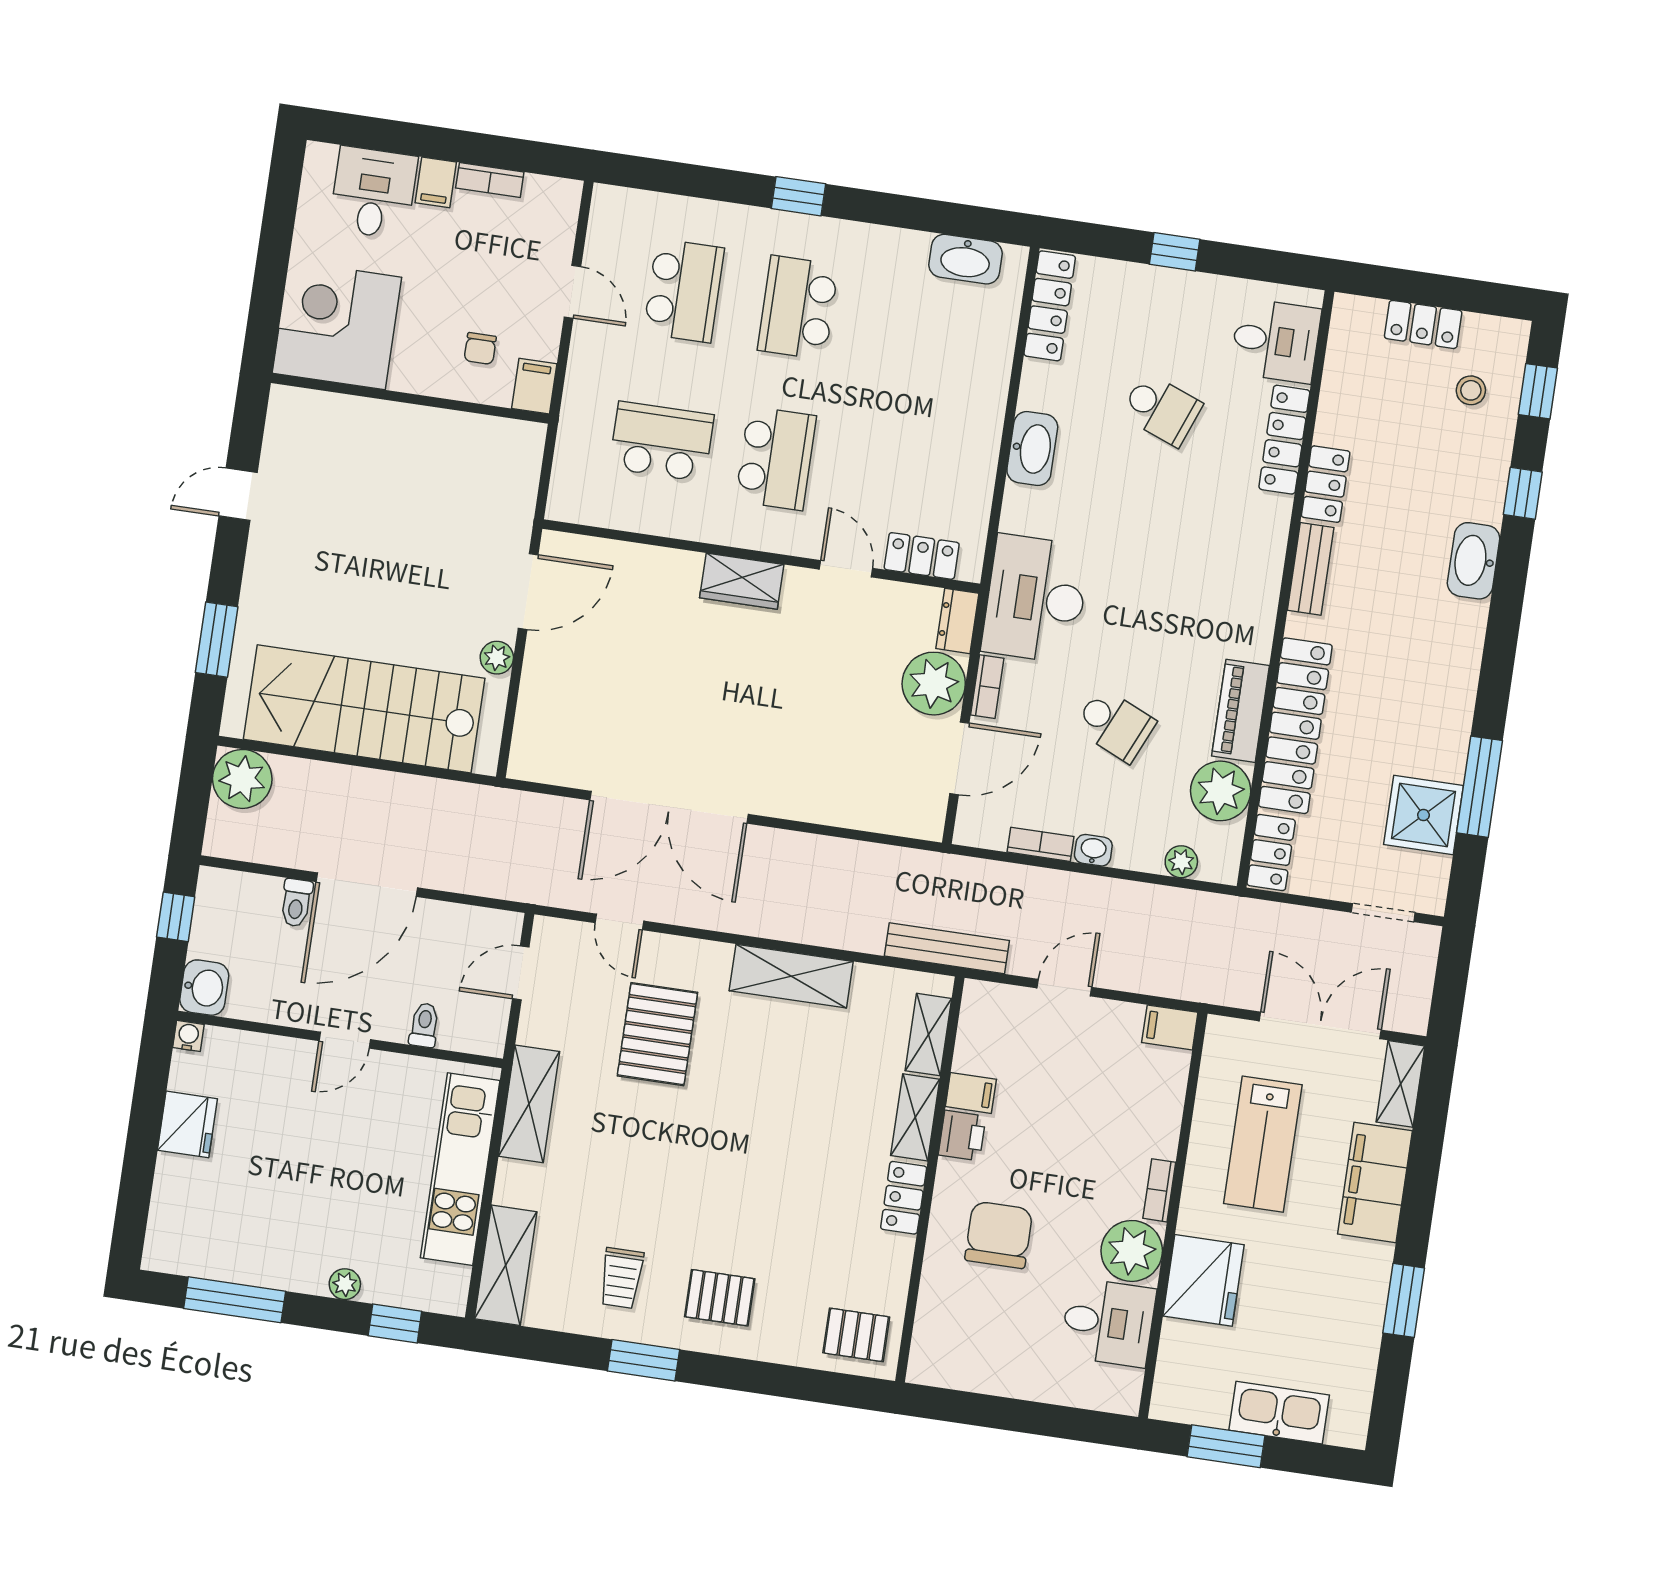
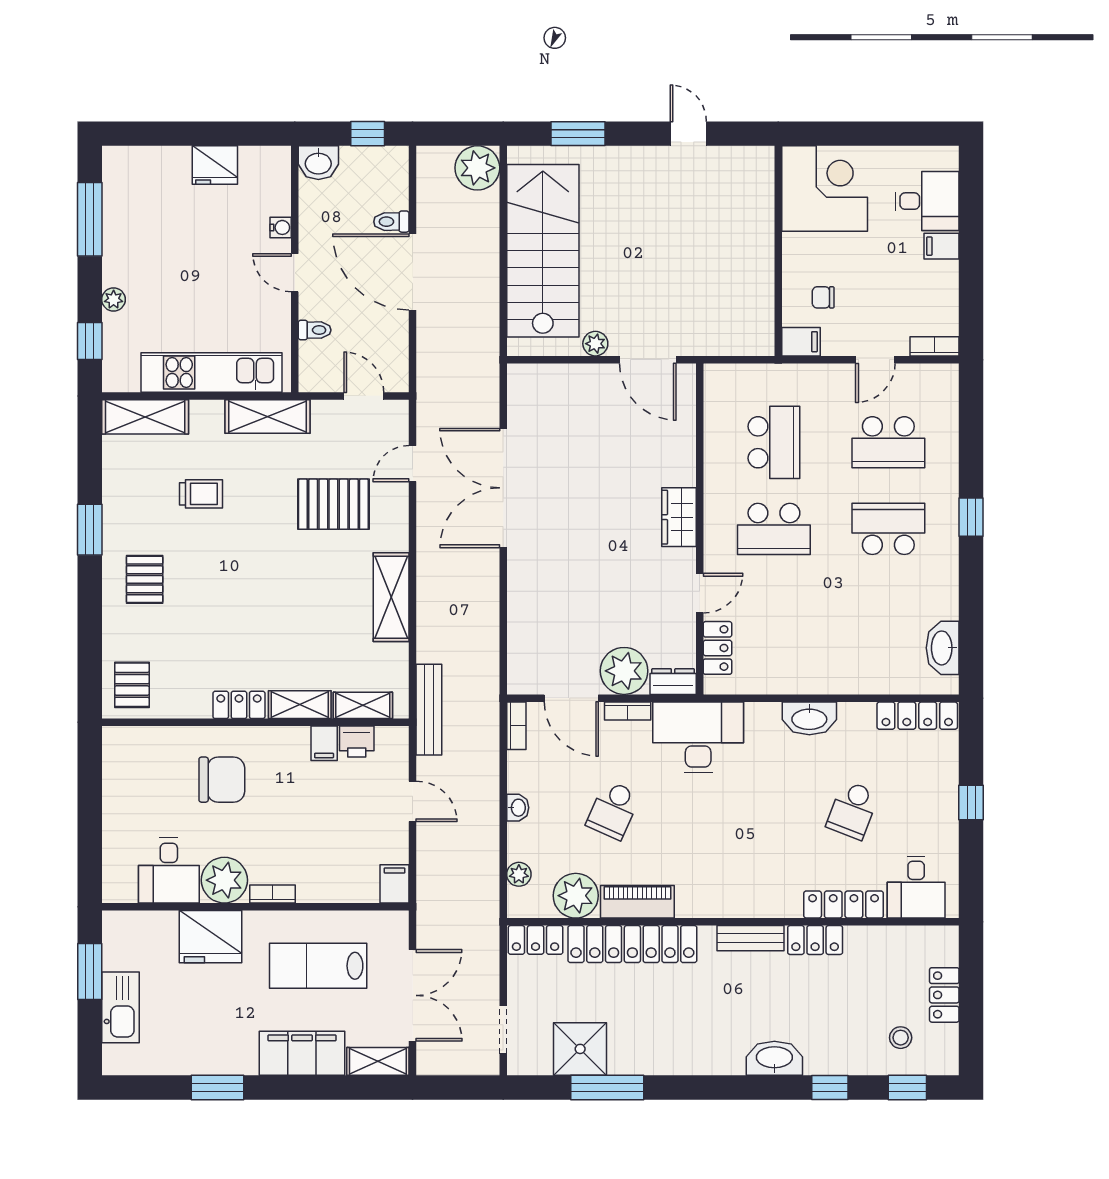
bookcase: (490, 180) -> (935, 346), moved, turned 90
bookcase: (1041, 844) -> (516, 726), moved
water cooler: (188, 1036) -> (281, 227), moved
printer: (962, 1136) -> (357, 742), moved
trolley: (621, 1278) -> (201, 494), moved, turned 180

